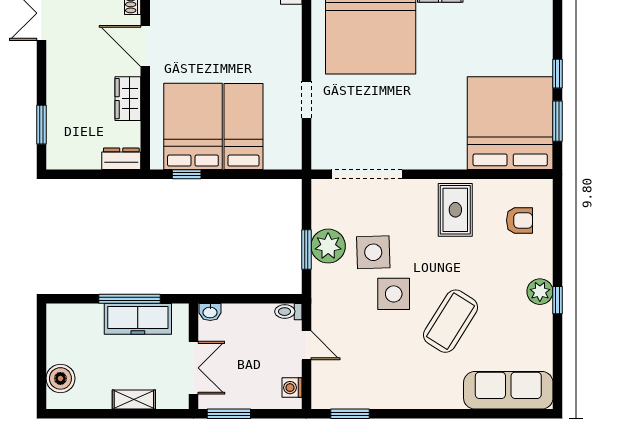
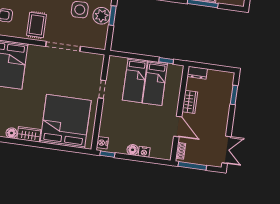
bed: (193, 126) -> (155, 83), width x0.67
doorway: (367, 174) -> (63, 46), moved

